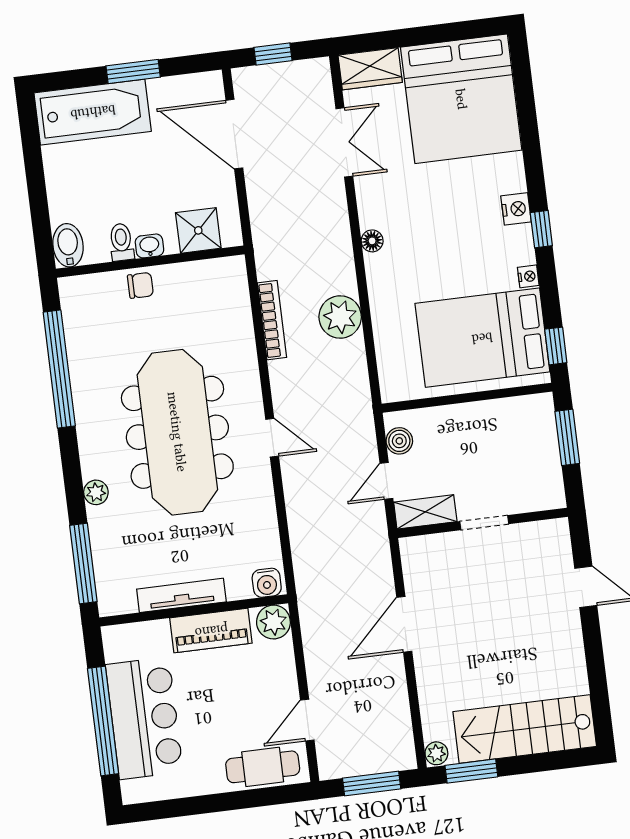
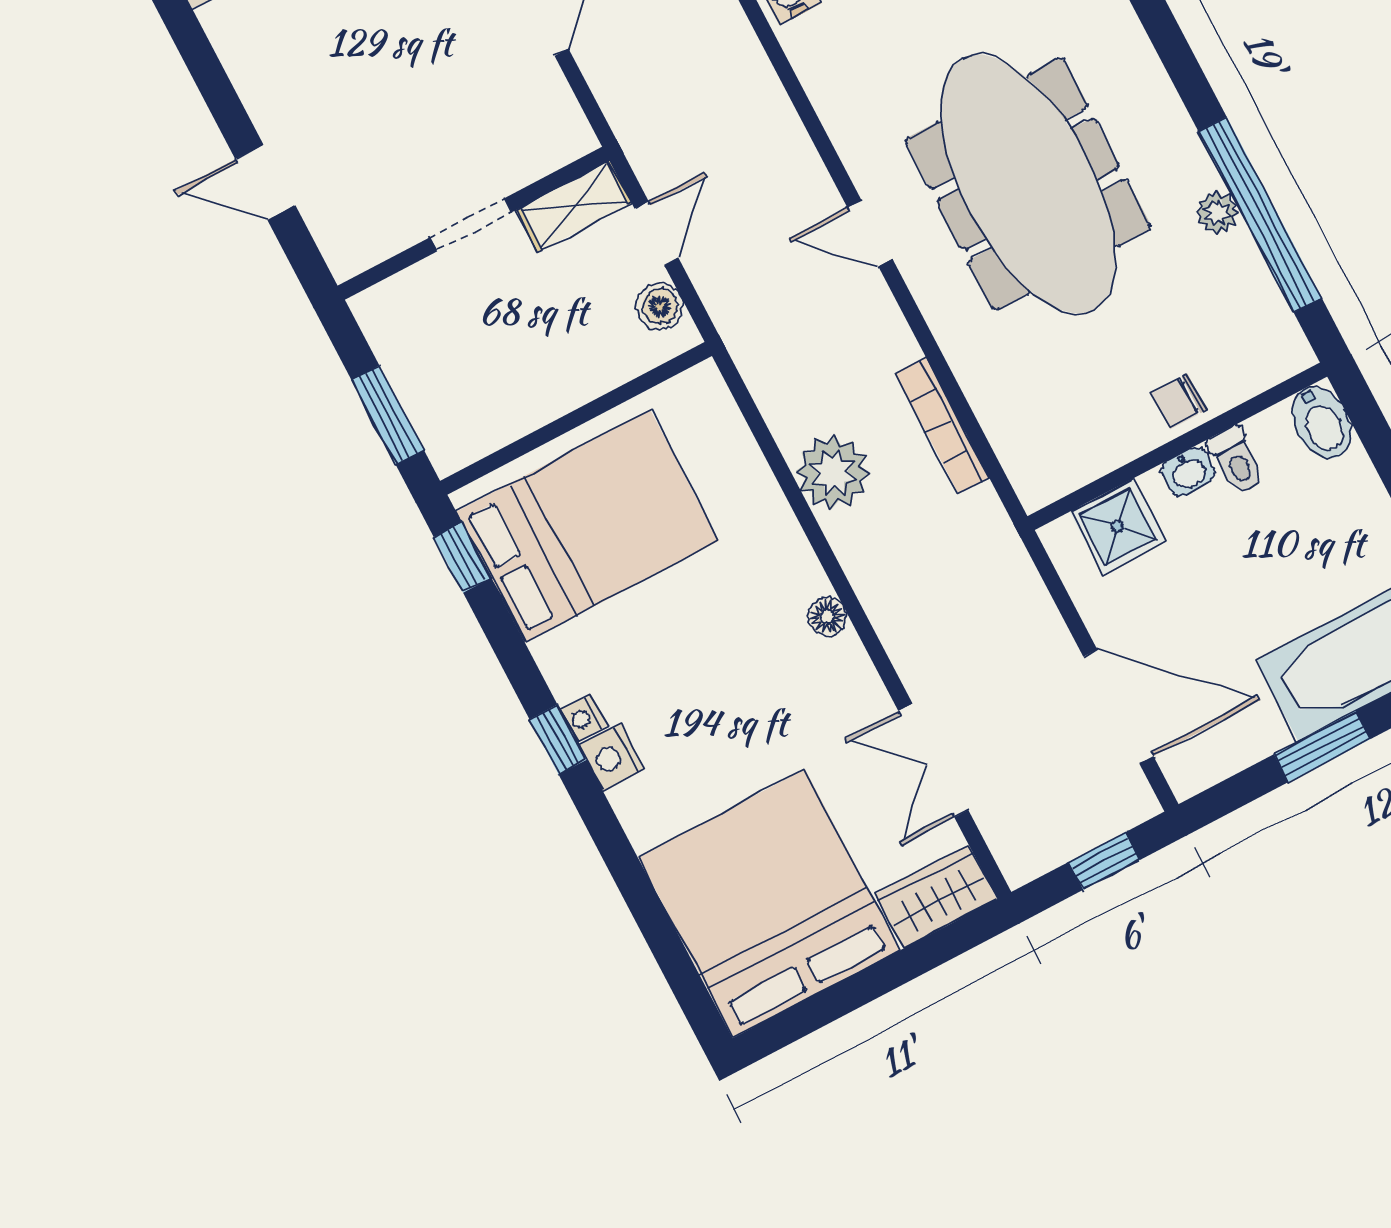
nightstand: (528, 276) -> (584, 718), moved
plant: (96, 492) -> (1217, 213), moved

